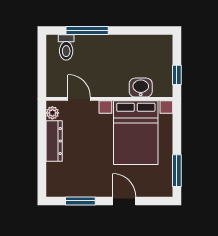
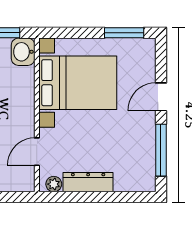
washbasin: (141, 88) -> (23, 52), moved
window: (80, 201) -> (161, 150), width x1.44

